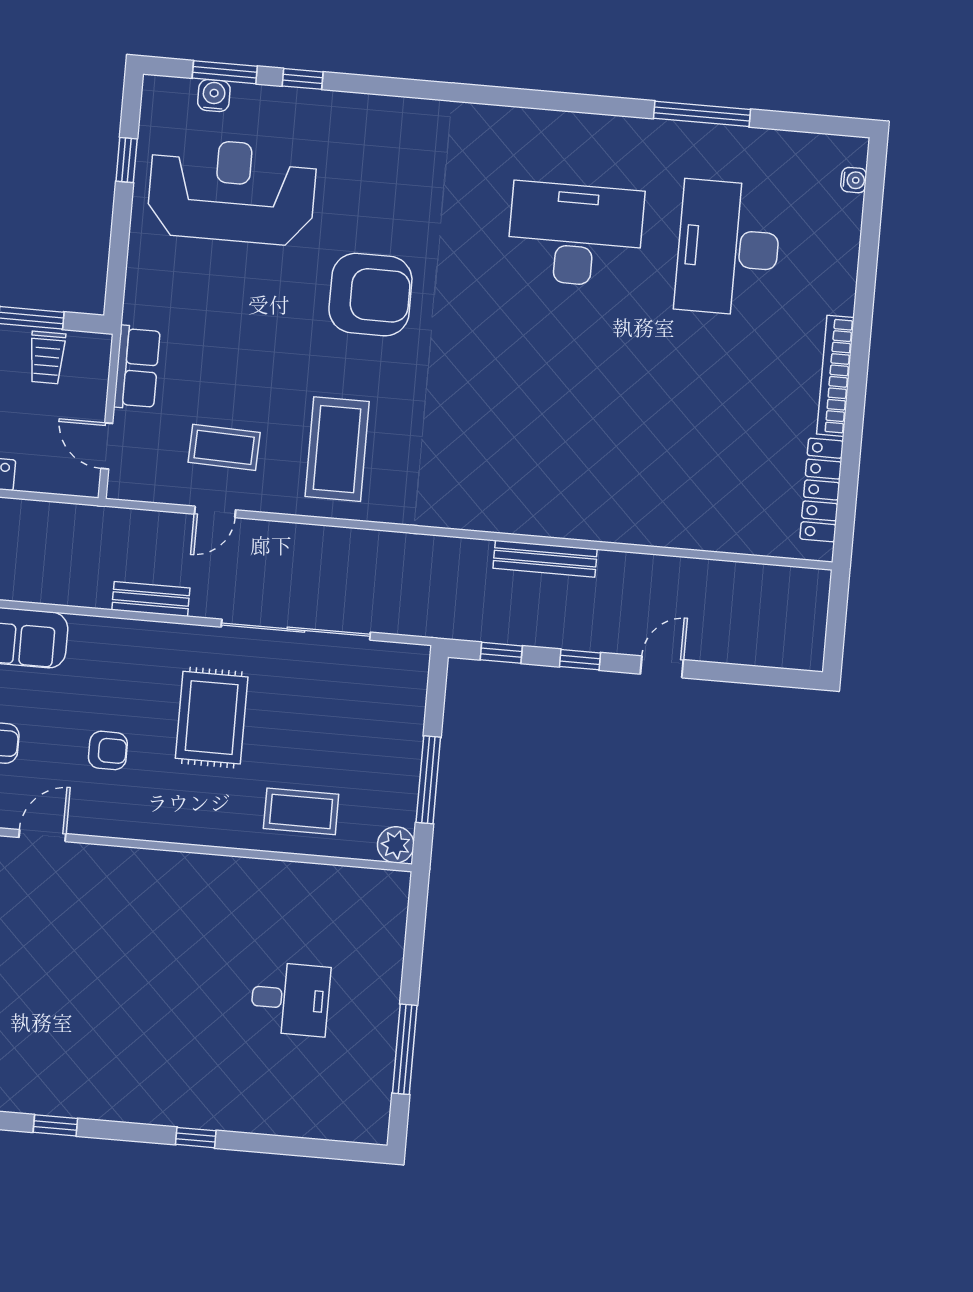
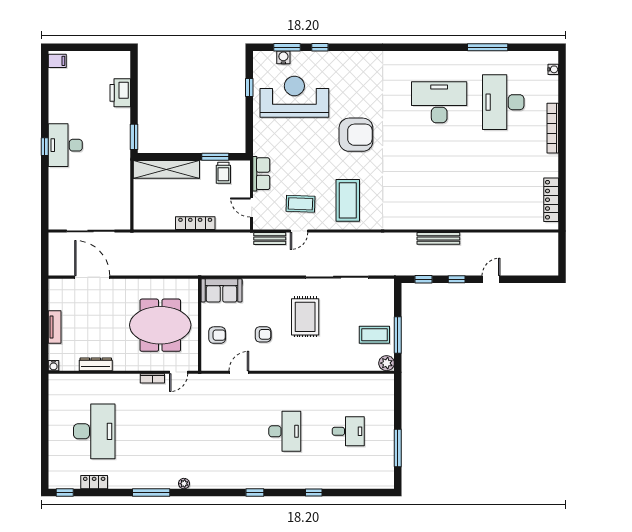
bookcase: (835, 376) -> (553, 128), moved
bench: (151, 599) -> (270, 239), moved
coffee table: (301, 811) -> (374, 335), moved
desk: (139, 986) -> (285, 431), added

